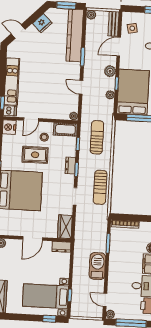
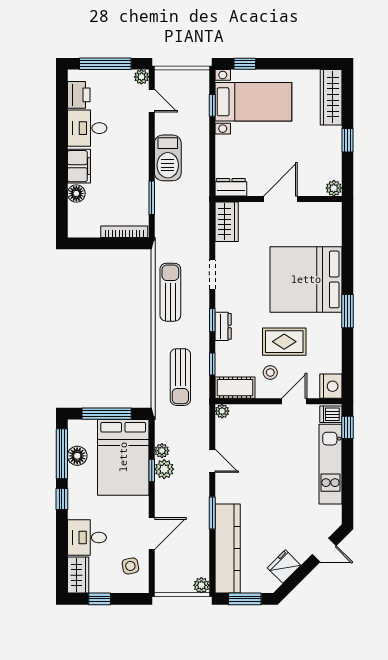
bench: (113, 24) -> (163, 572), removed
plant: (110, 71) -> (164, 469), moved

